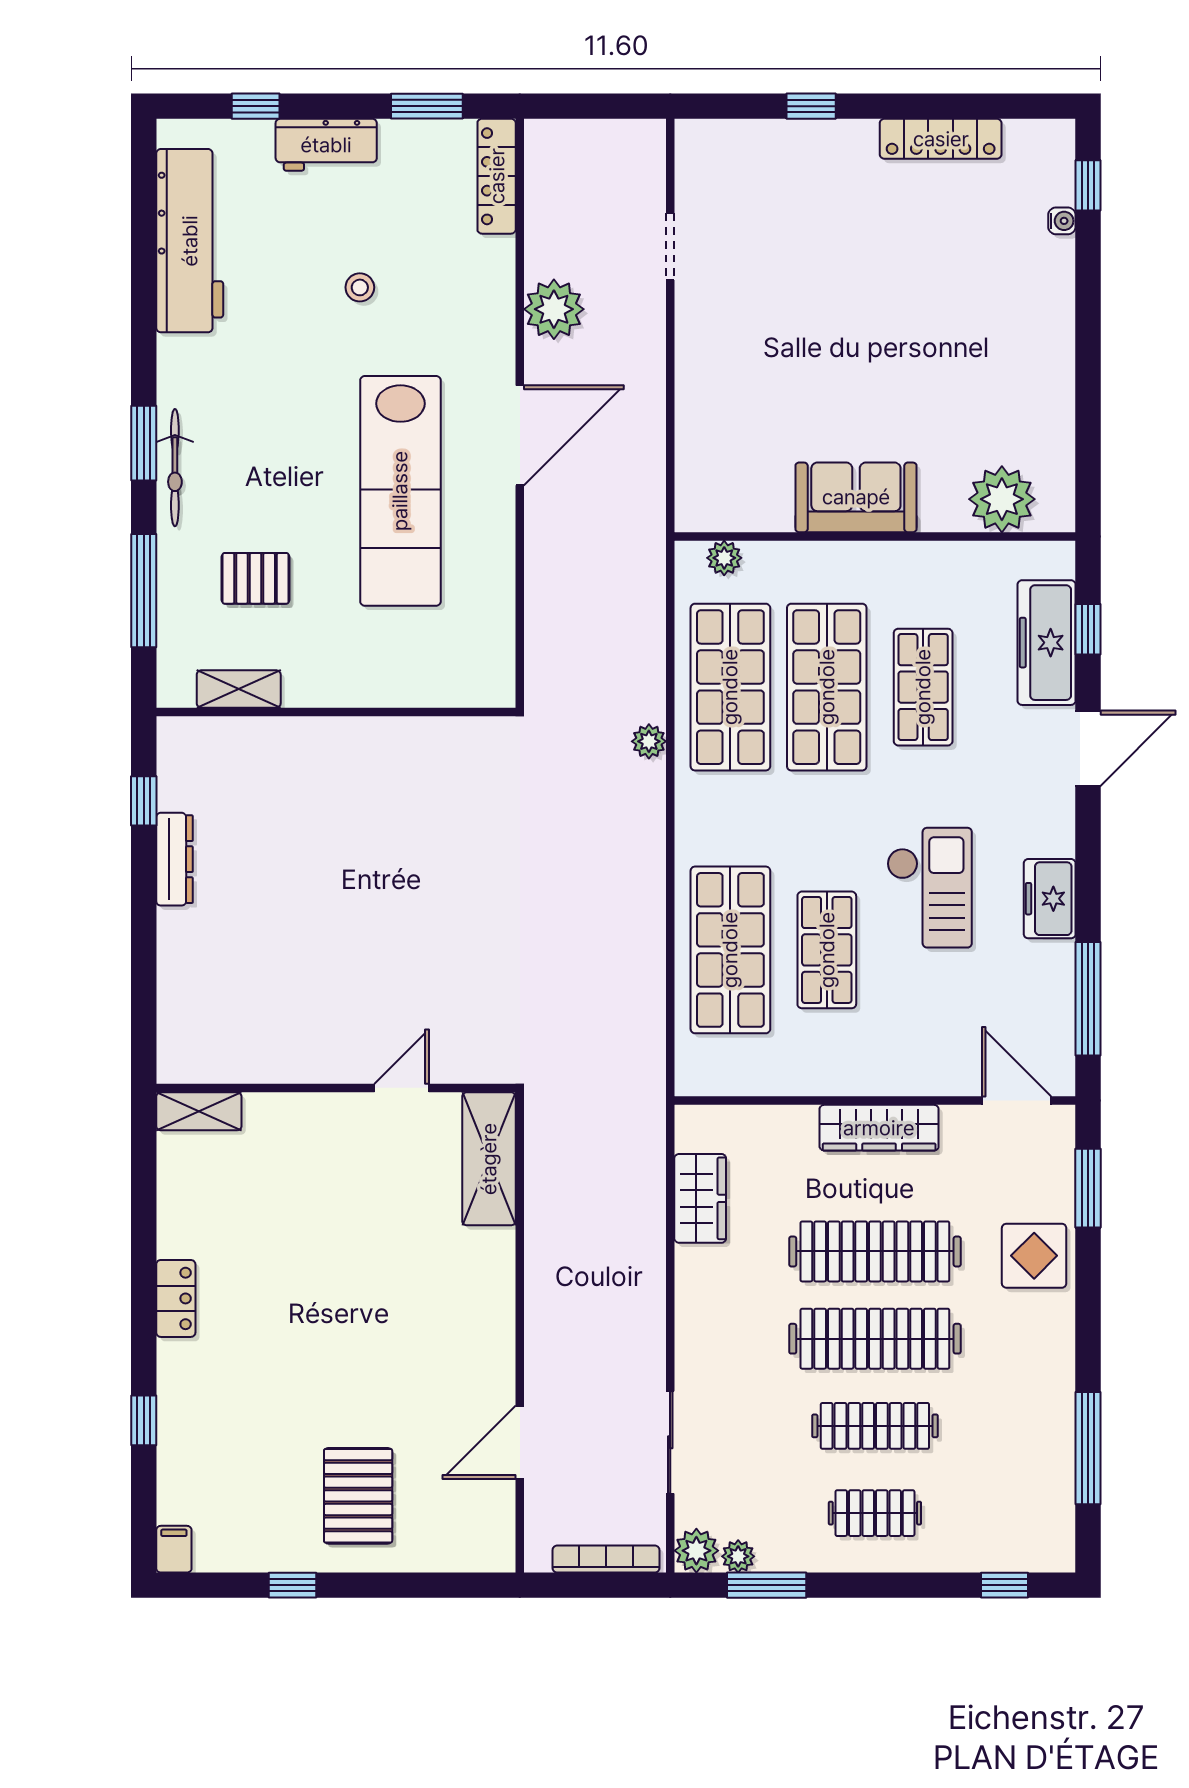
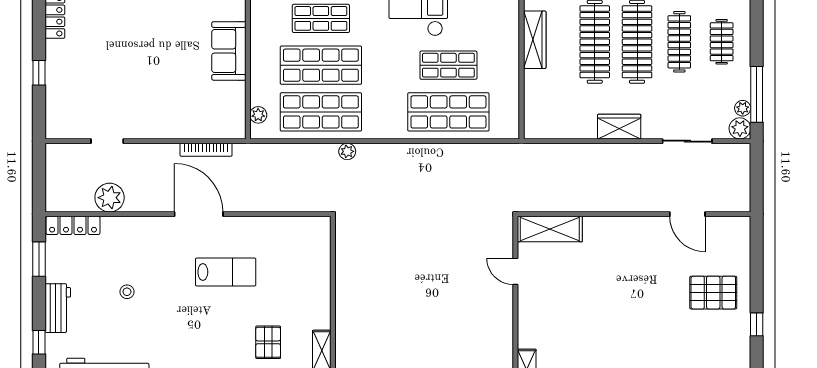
plant: (554, 309) -> (110, 198), moved
lab bench: (400, 491) -> (226, 272), width x0.54, depth x0.72
wardrobe: (700, 1198) -> (619, 127), moved
bookcase: (606, 1559) -> (206, 150), moved, turned -90
window: (767, 1585) -> (757, 94), width x1.44

